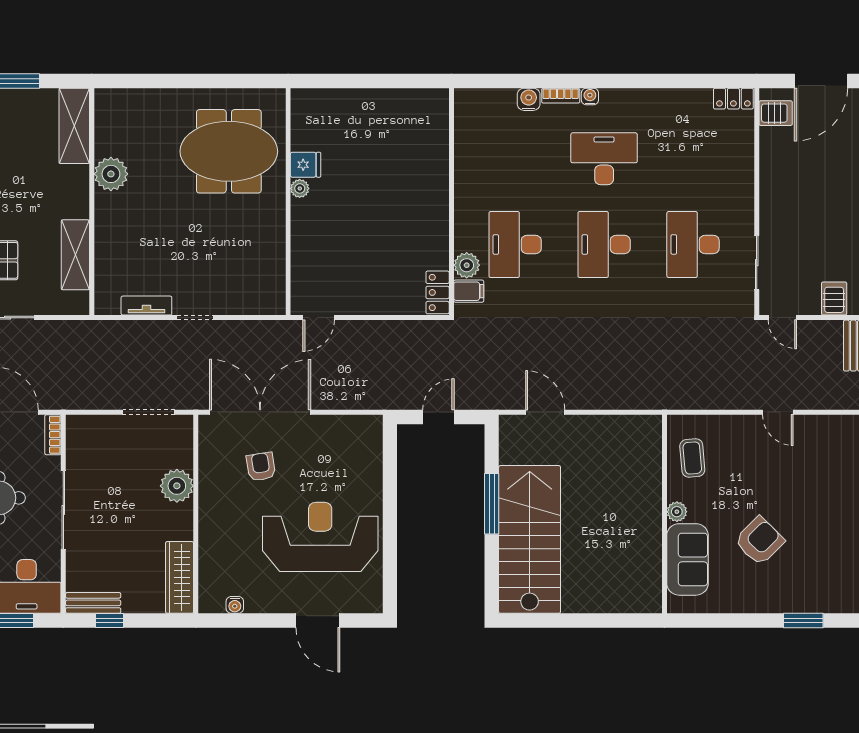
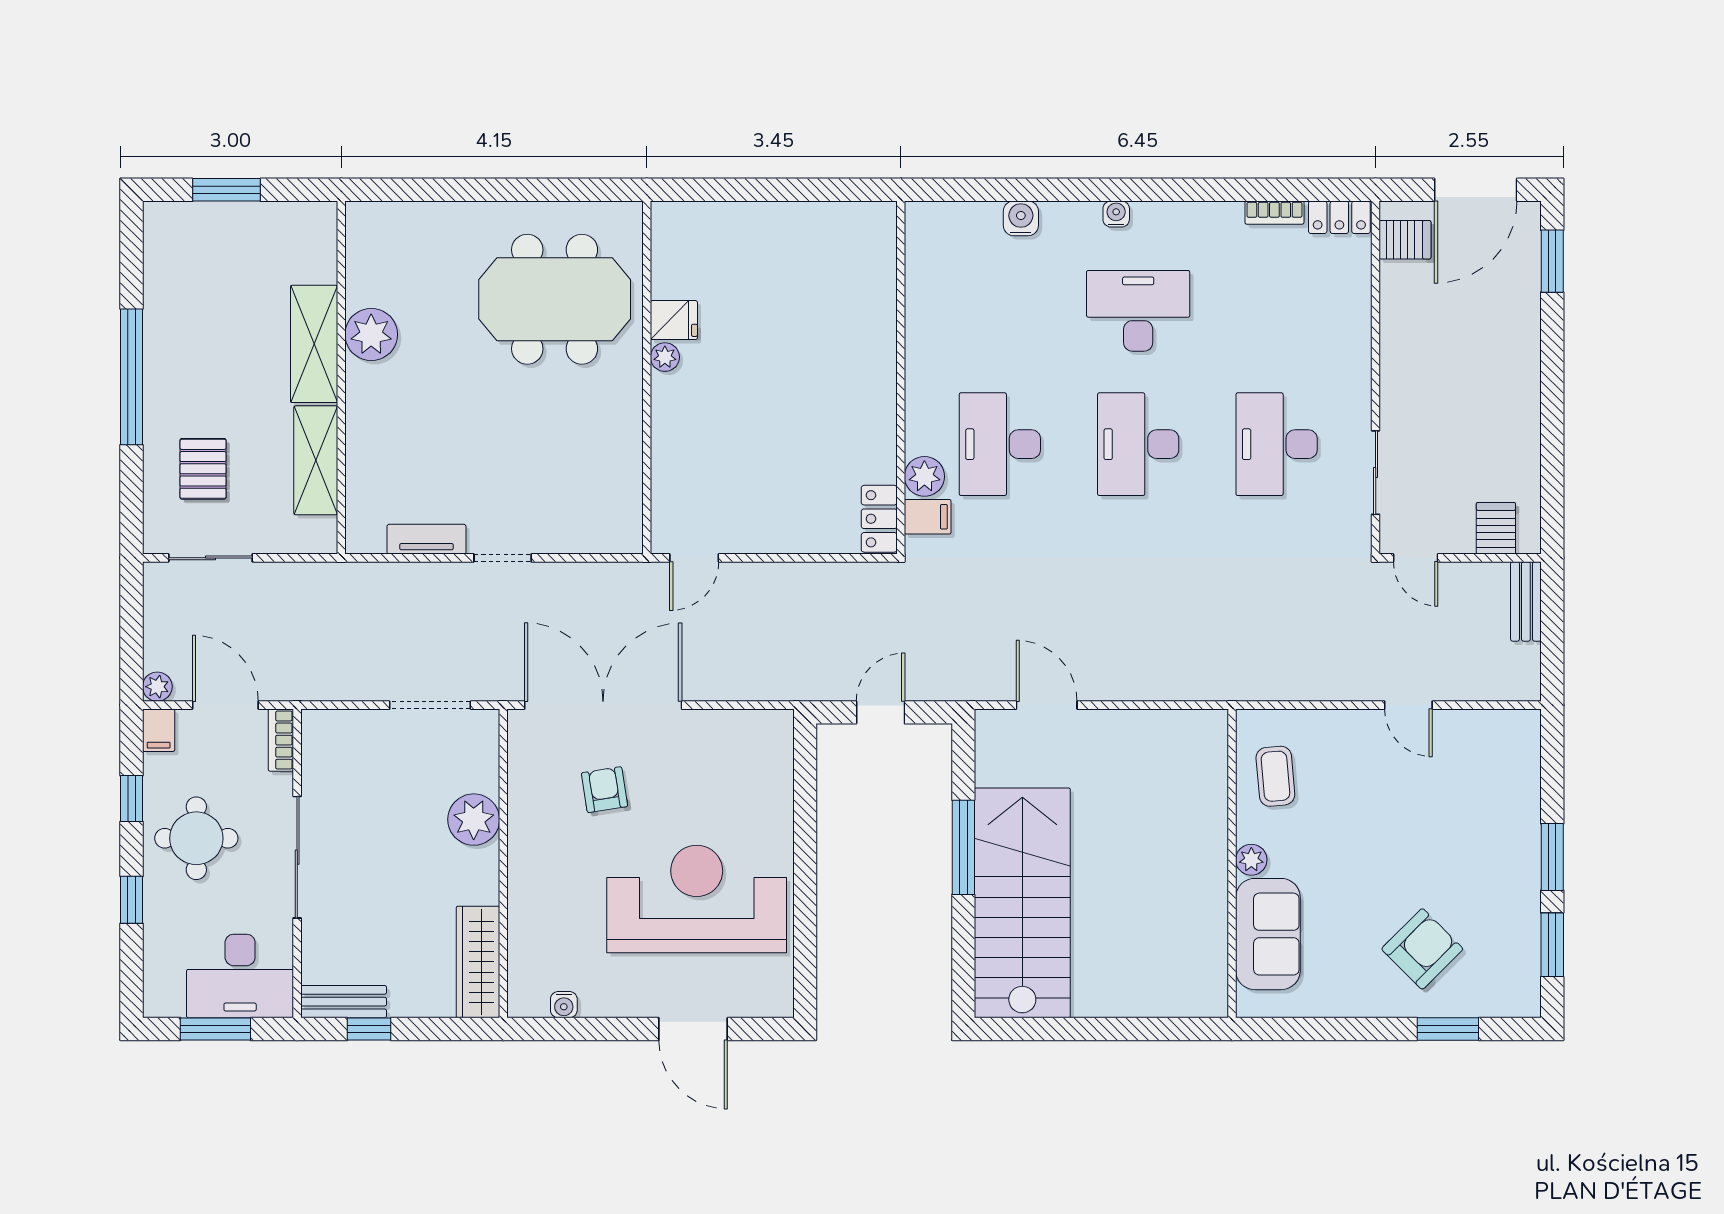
bookcase: (561, 96) -> (1274, 213), moved
shelving: (74, 126) -> (314, 344), moved
armchair: (759, 541) -> (1422, 949), moved

